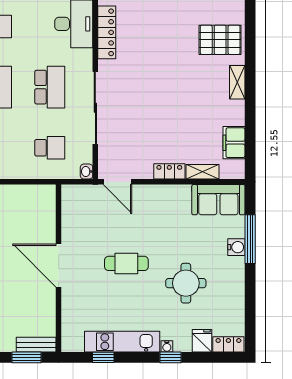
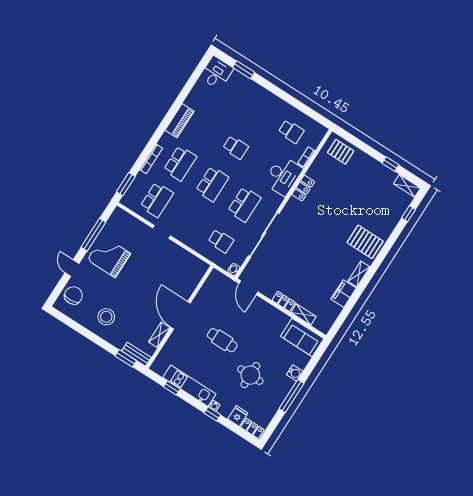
locker: (107, 32) -> (303, 188), width x0.66
filing cabinet: (234, 143) -> (344, 294), moved
window: (250, 239) -> (292, 396), moved
shelving: (48, 305) -> (159, 335), added

